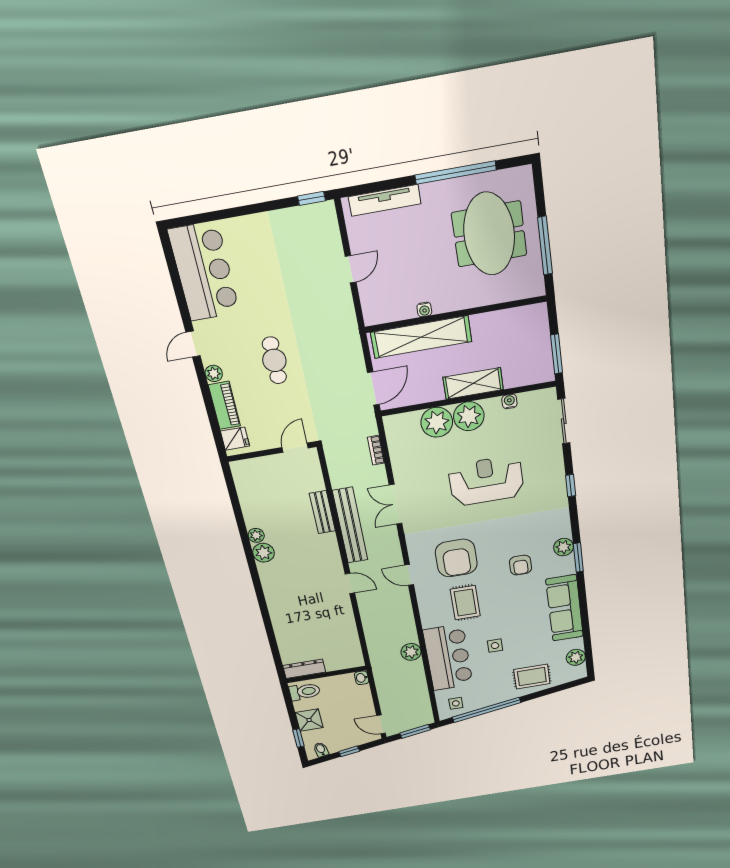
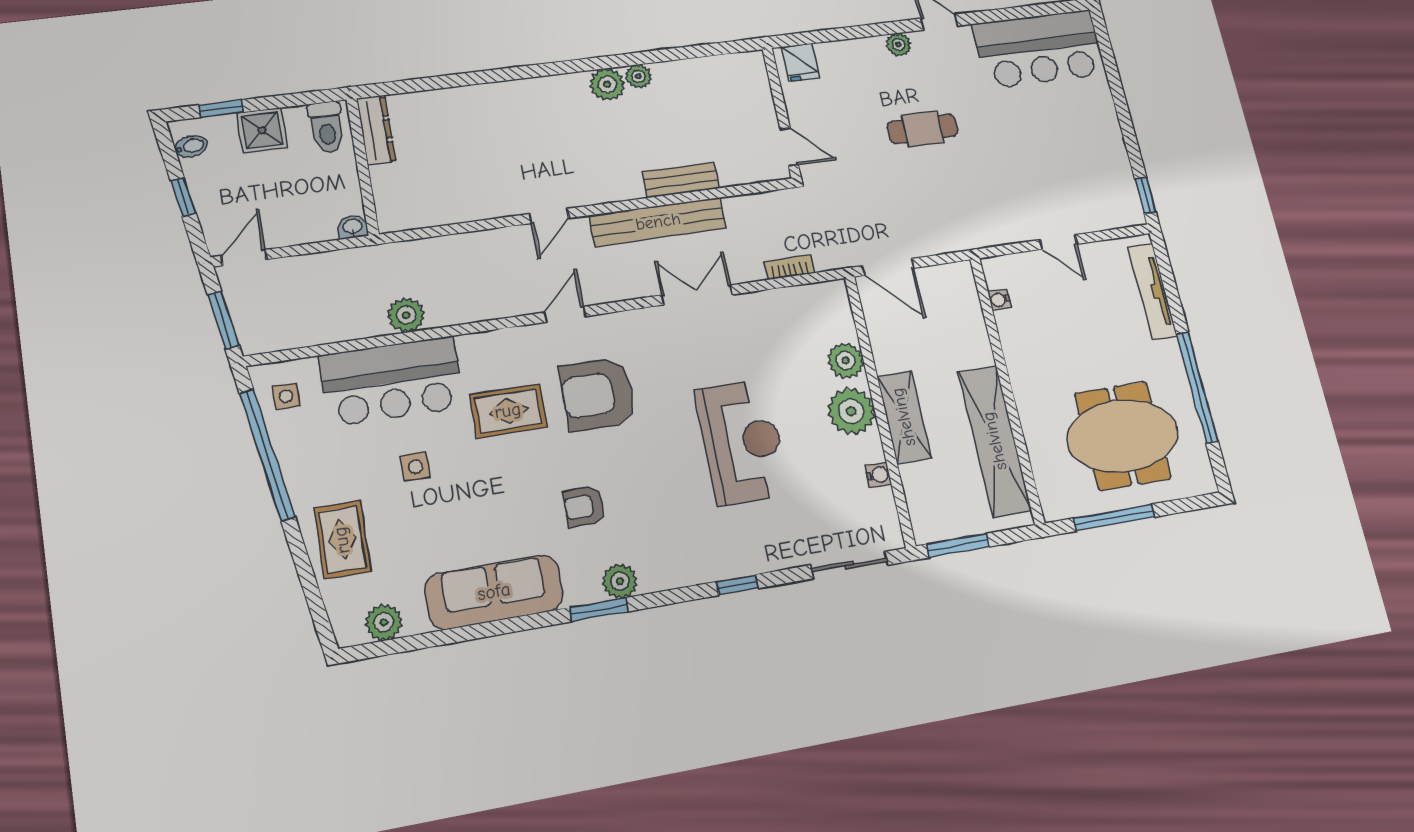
water cooler: (424, 309) -> (1000, 300), moved
shelving: (421, 337) -> (995, 441), moved
piano: (224, 405) -> (851, 53), removed
plant: (437, 422) -> (846, 360), width x0.73, depth x0.73

